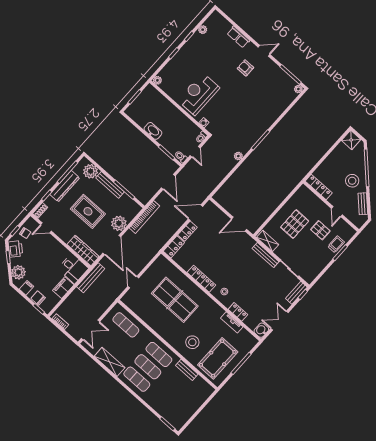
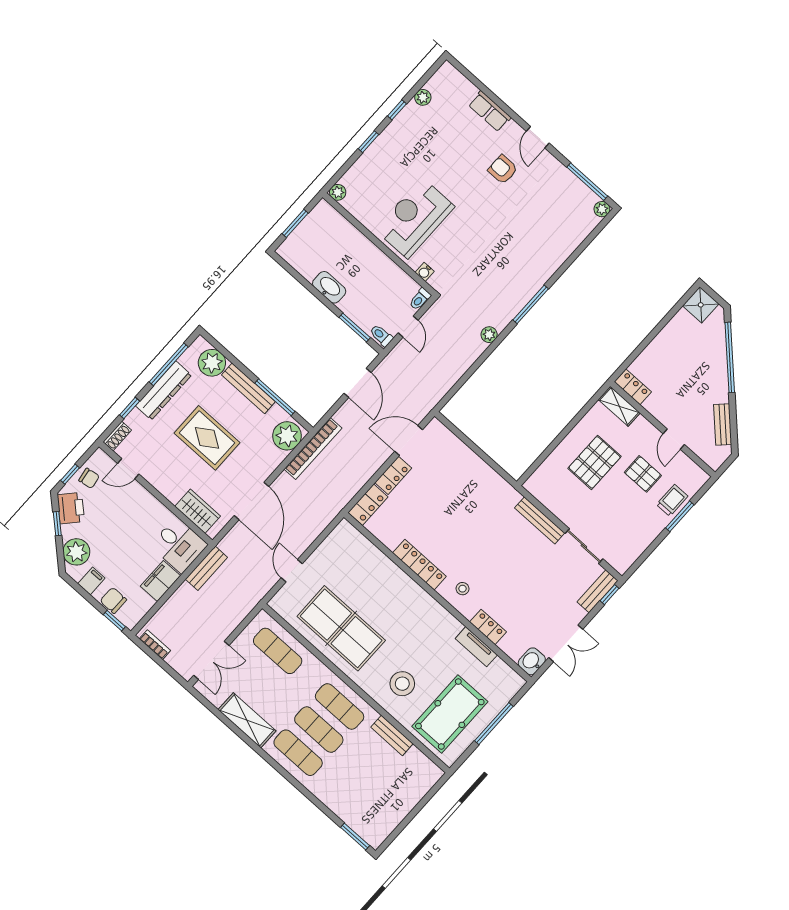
door: (264, 51) -> (538, 137), swing flipped
stool: (352, 181) -> (703, 381), removed
locker: (319, 187) -> (633, 387), width x0.66
plant: (119, 223) -> (287, 436), moved
door: (239, 224) -> (490, 462), removed
shelving: (268, 241) -> (619, 406), moved
wardrobe: (83, 250) -> (198, 511), width x0.67
bench: (91, 278) -> (206, 568), width x0.73
table tennis table: (175, 300) -> (341, 628), moved
double door: (279, 321) -> (566, 643), swing flipped

